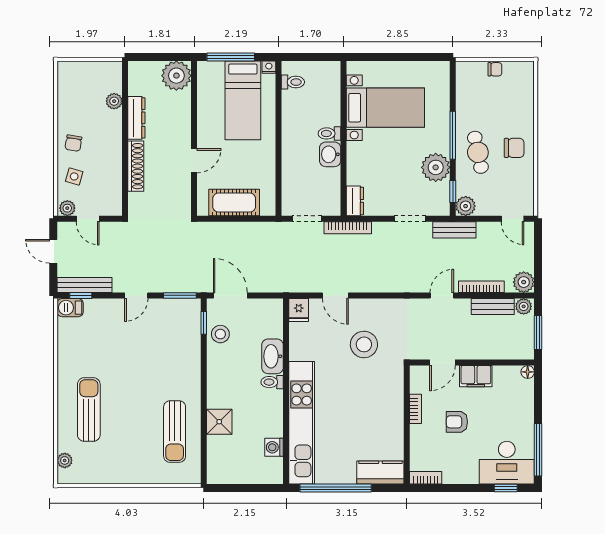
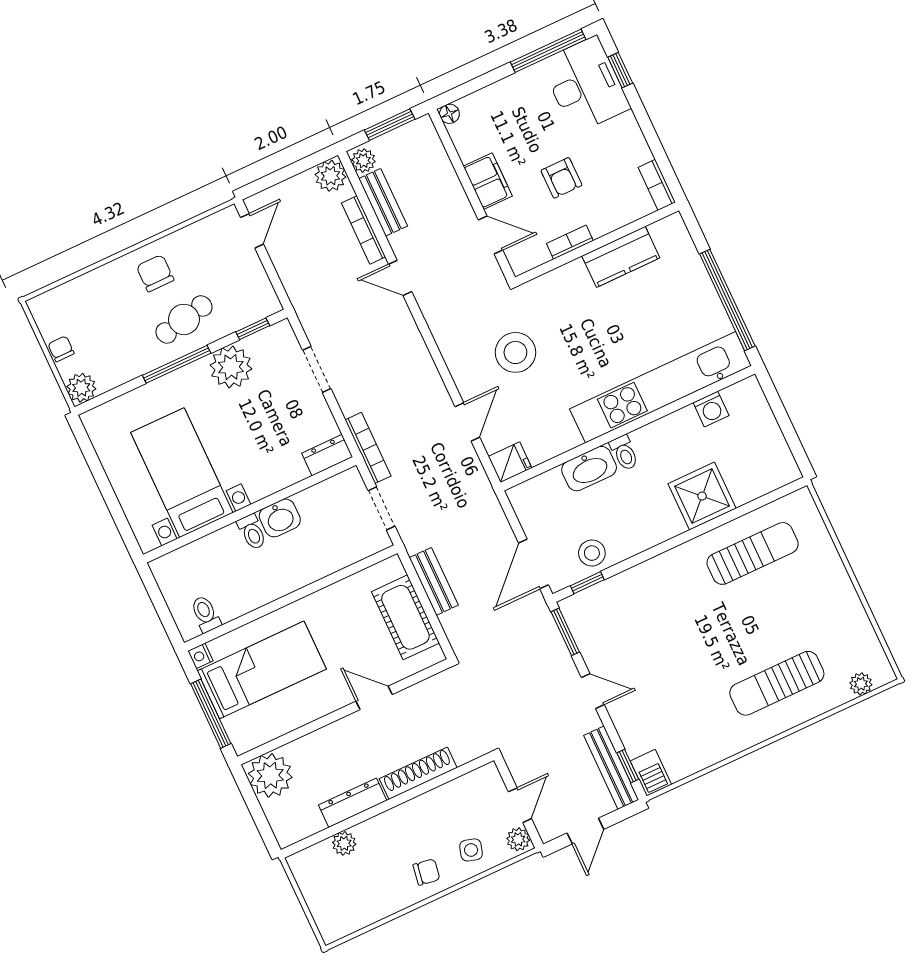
plant: (466, 206) -> (81, 388), moved
bench: (454, 230) -> (434, 581), moved
shower: (219, 422) -> (702, 496), width x1.36, depth x1.36
kitchen counter: (380, 472) -> (621, 257), moved, turned -90

